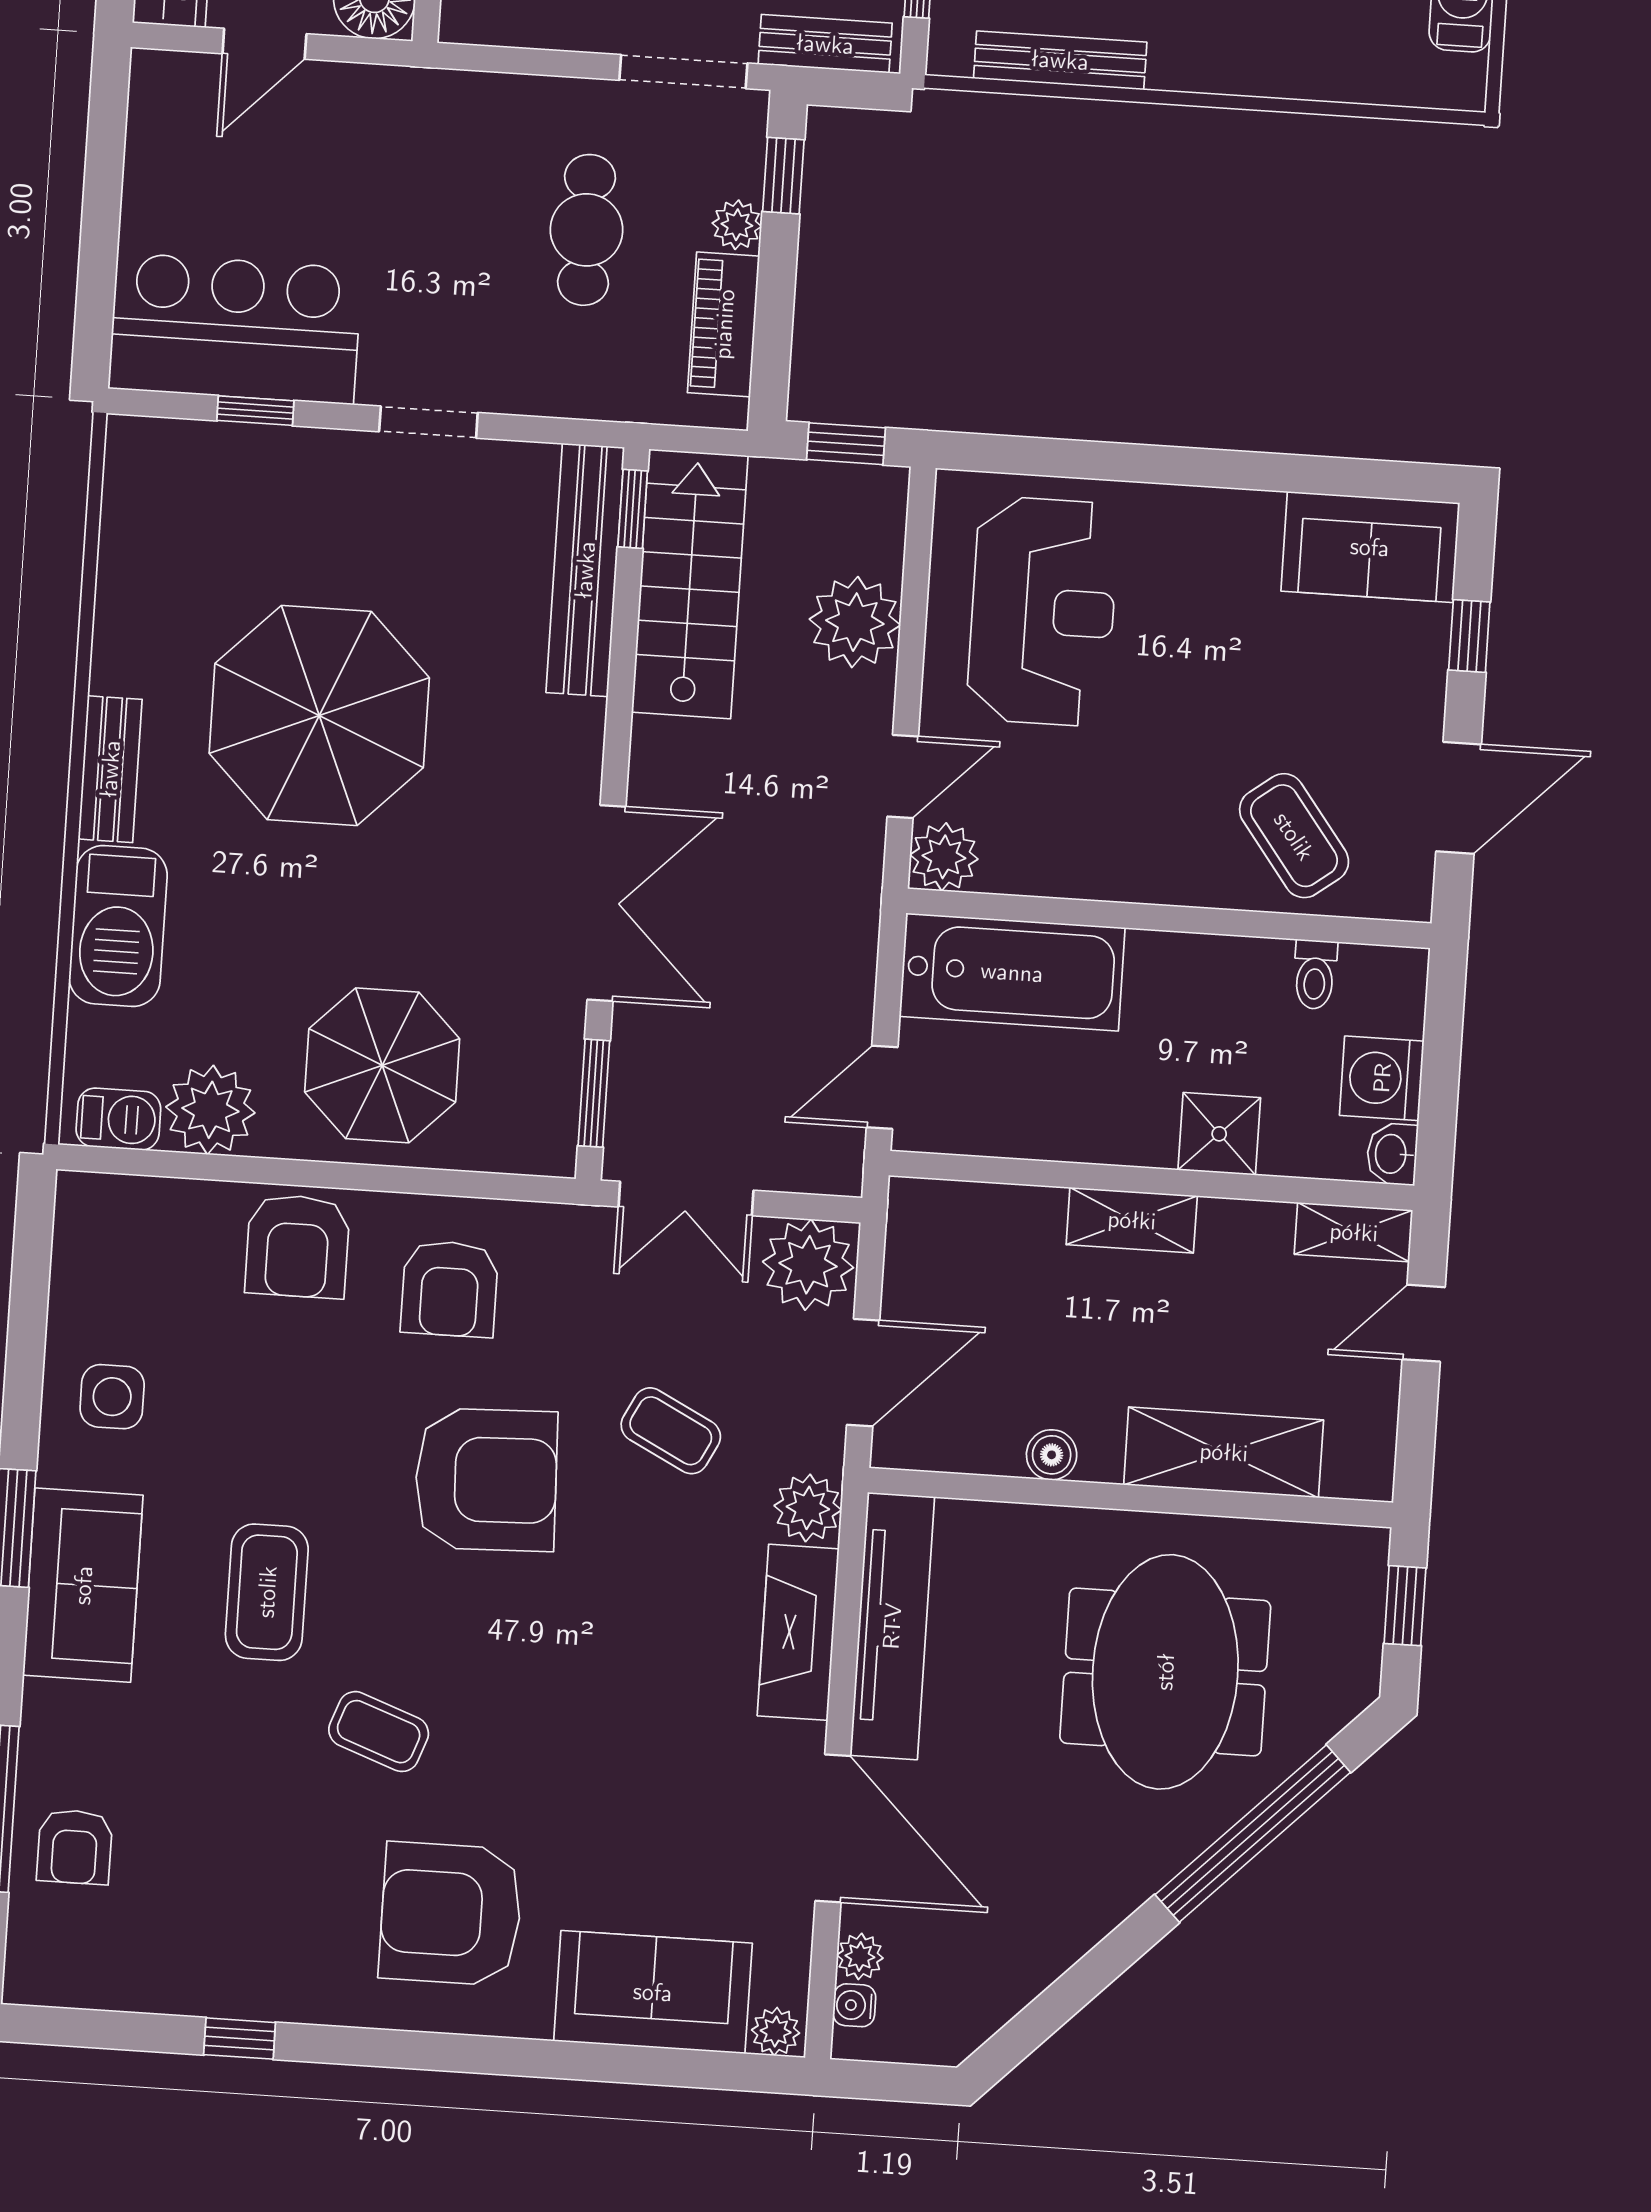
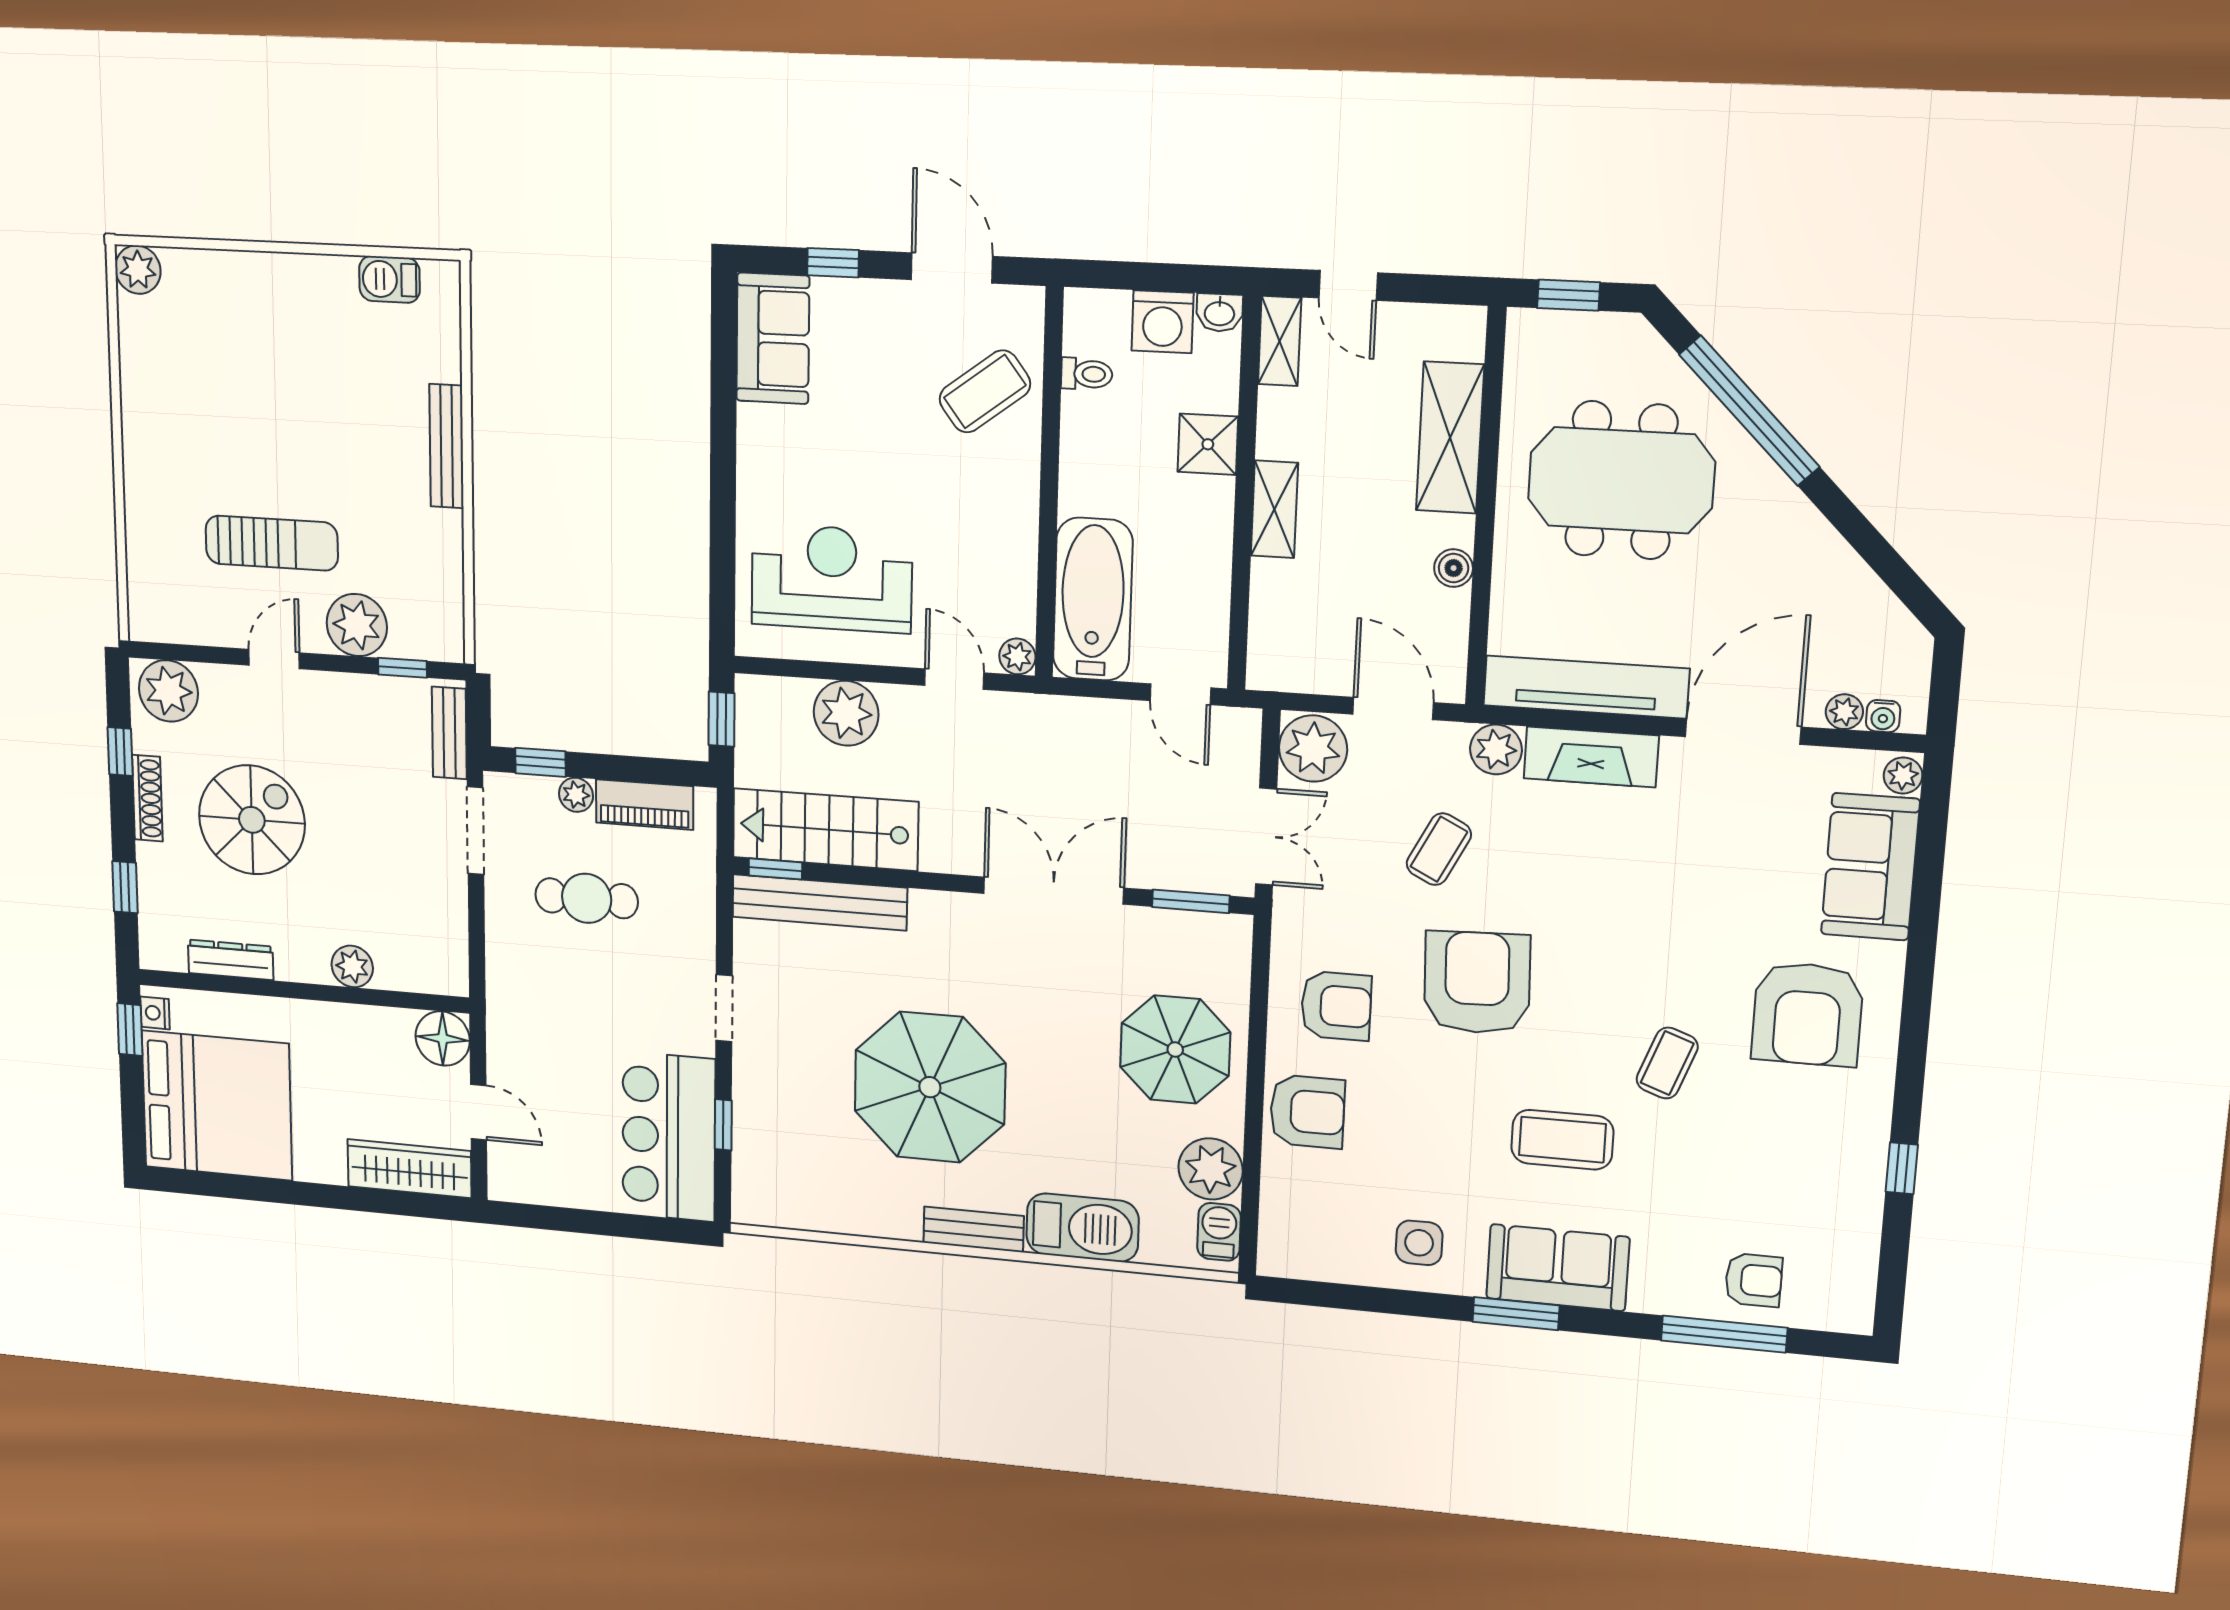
bench: (1060, 60) -> (446, 446), moved
plant: (944, 857) -> (1017, 656), width x0.73, depth x0.73

